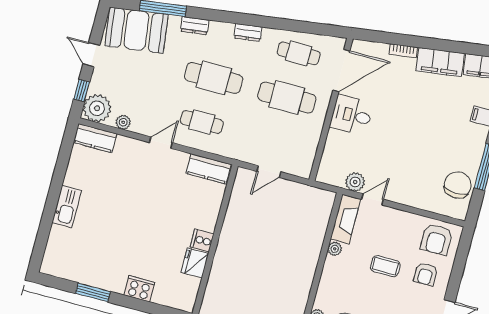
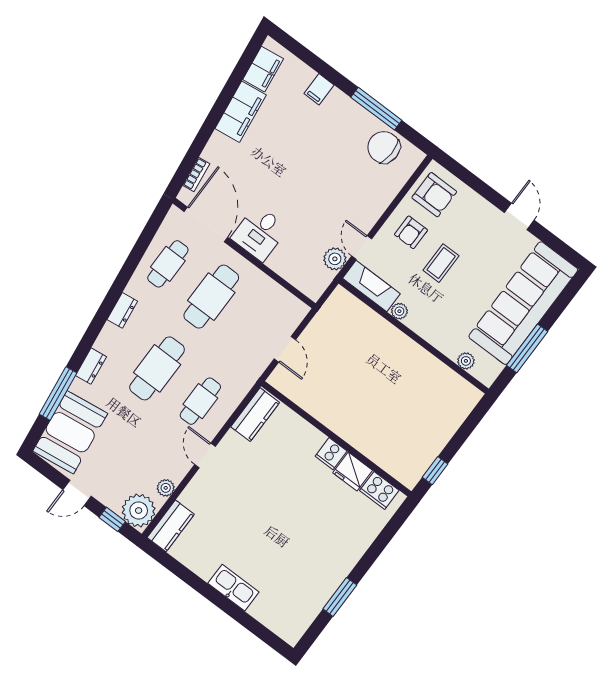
bookcase: (403, 51) -> (196, 175), moved
armchair: (426, 274) -> (411, 232), moved, turned 90
cooker: (139, 289) -> (379, 490), moved, turned -90

